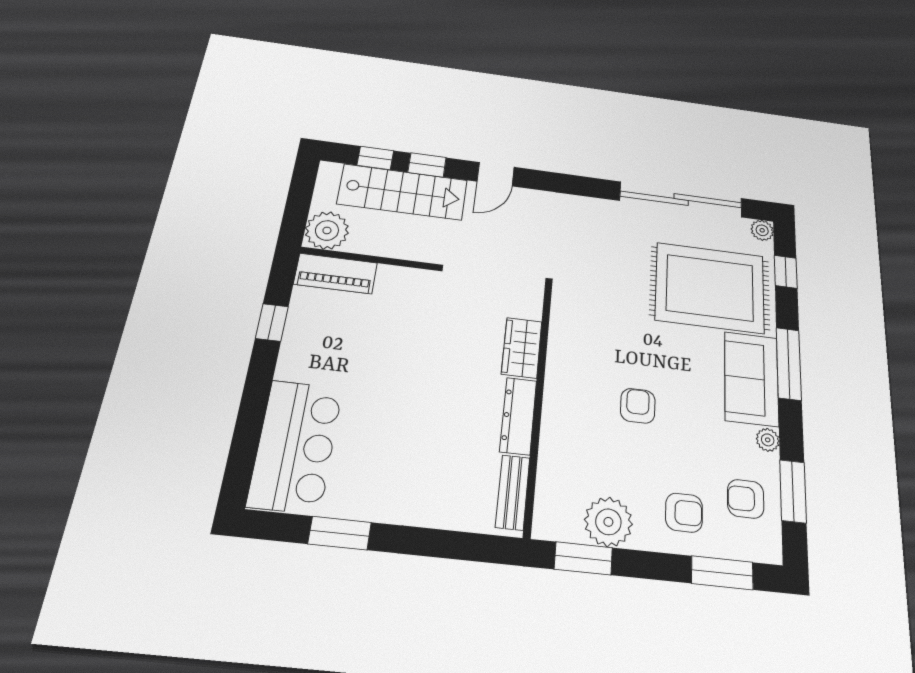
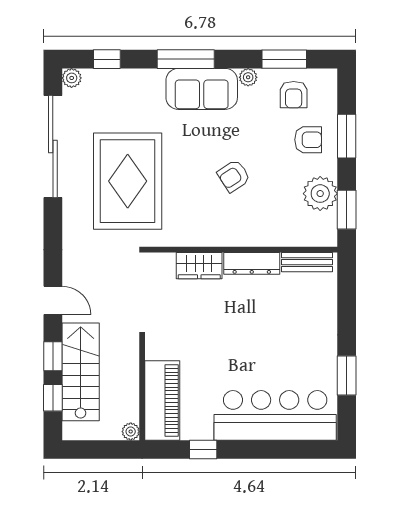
plant: (327, 230) -> (131, 432), width x0.53, depth x0.53
piano: (336, 274) -> (162, 400), width x1.37, depth x1.33
rug: (710, 288) -> (128, 181), moved
armchair: (638, 406) -> (234, 176), turned -33
bar counter: (296, 446) -> (275, 415), width x1.36
armchair: (684, 513) -> (308, 140), turned 90
window: (722, 573) -> (347, 136), moved

